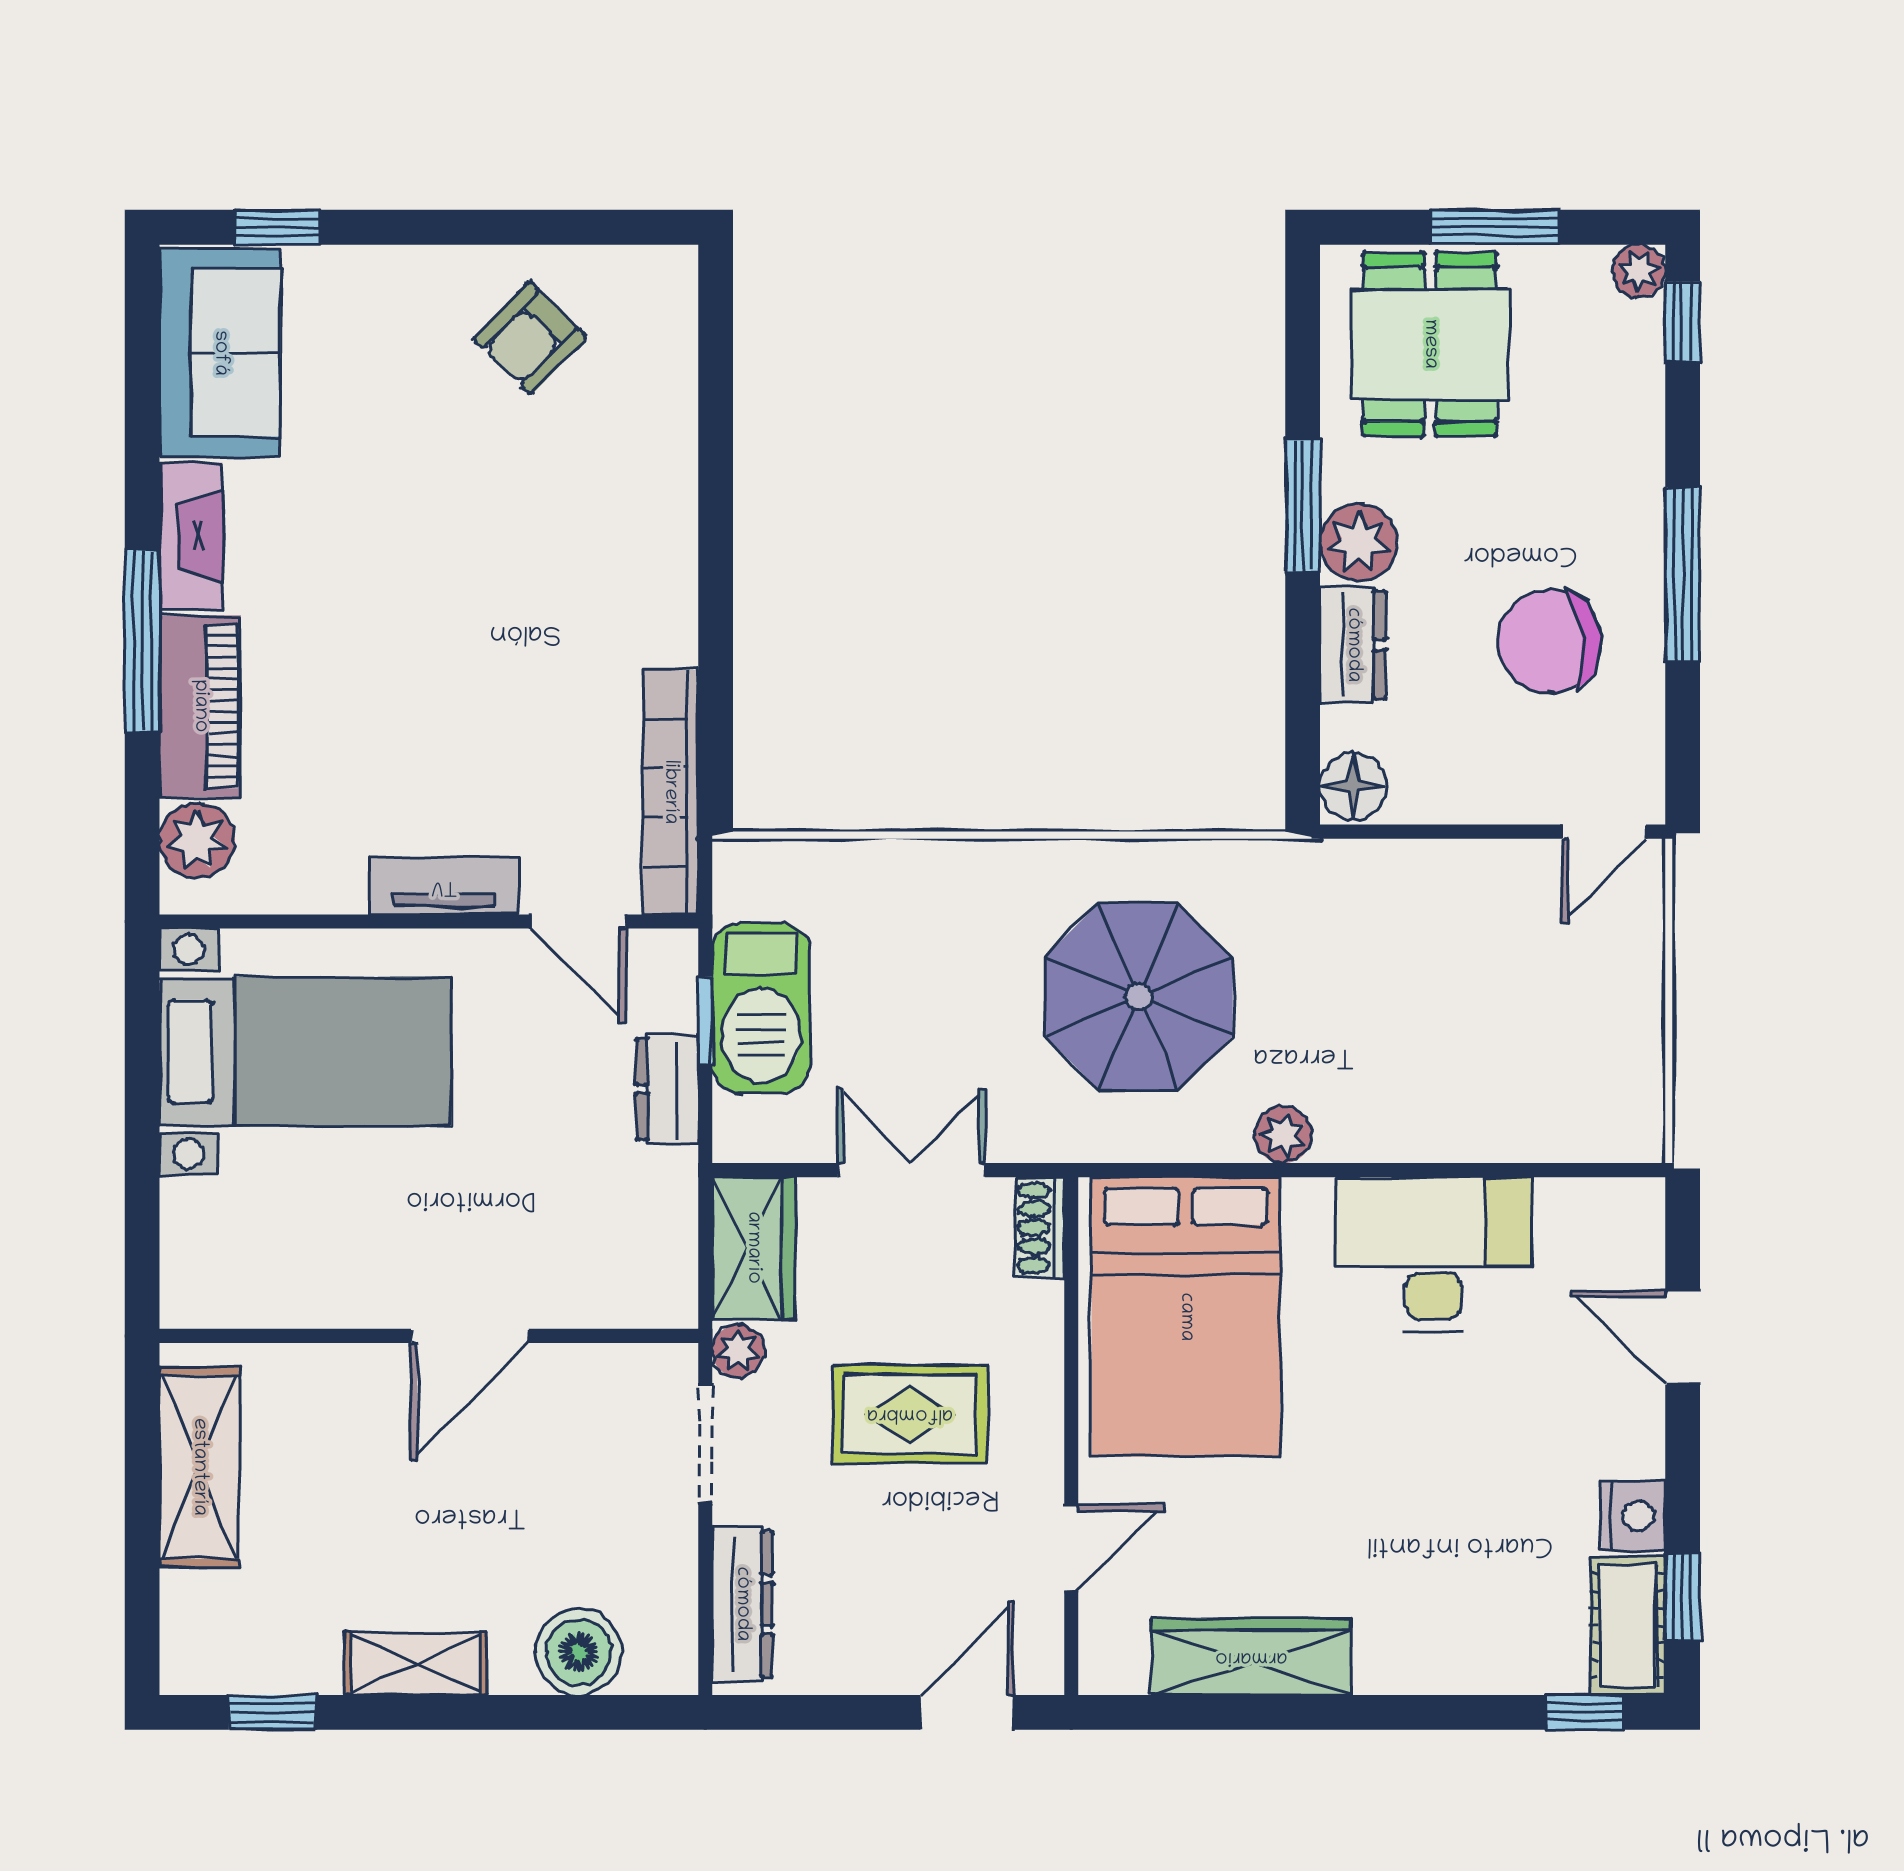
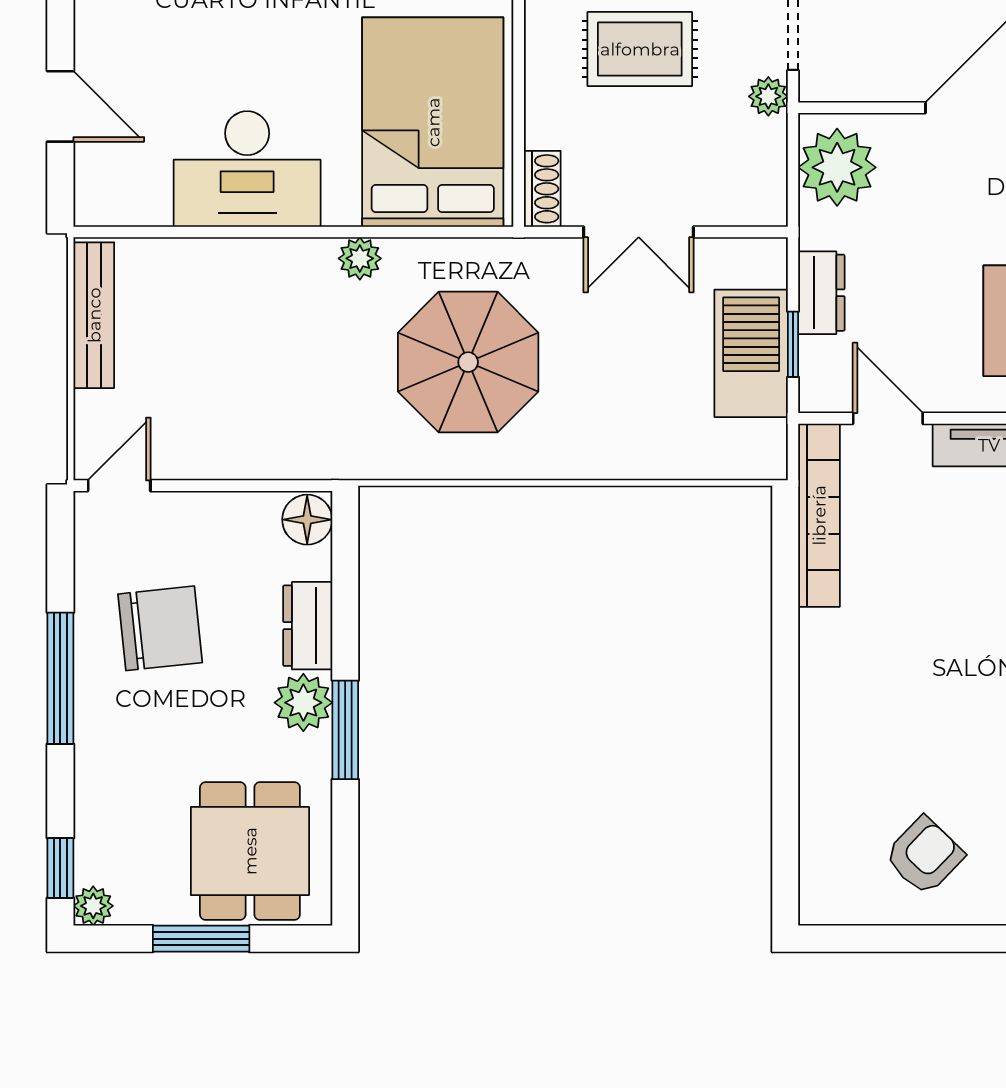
bench: (1638, 1059) -> (94, 315), added
wardrobe: (753, 1248) -> (757, 173), removed
plant: (646, 1256) -> (837, 167), added

